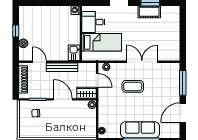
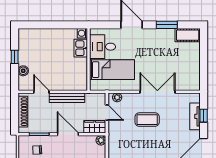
cot: (149, 12) -> (188, 35), moved
kitchen sink: (74, 53) -> (81, 48), moved
window: (183, 83) -> (204, 116), width x0.46
tv unit: (175, 84) -> (195, 116), added

